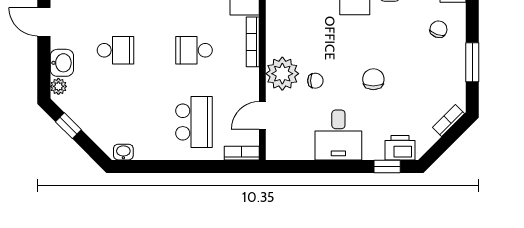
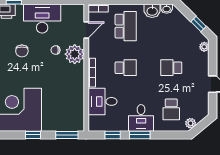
washbasin: (62, 63) -> (152, 11), moved, turned -90
school desk: (194, 122) -> (126, 26), turned 180
desk: (338, 135) -> (42, 19), width x1.37

